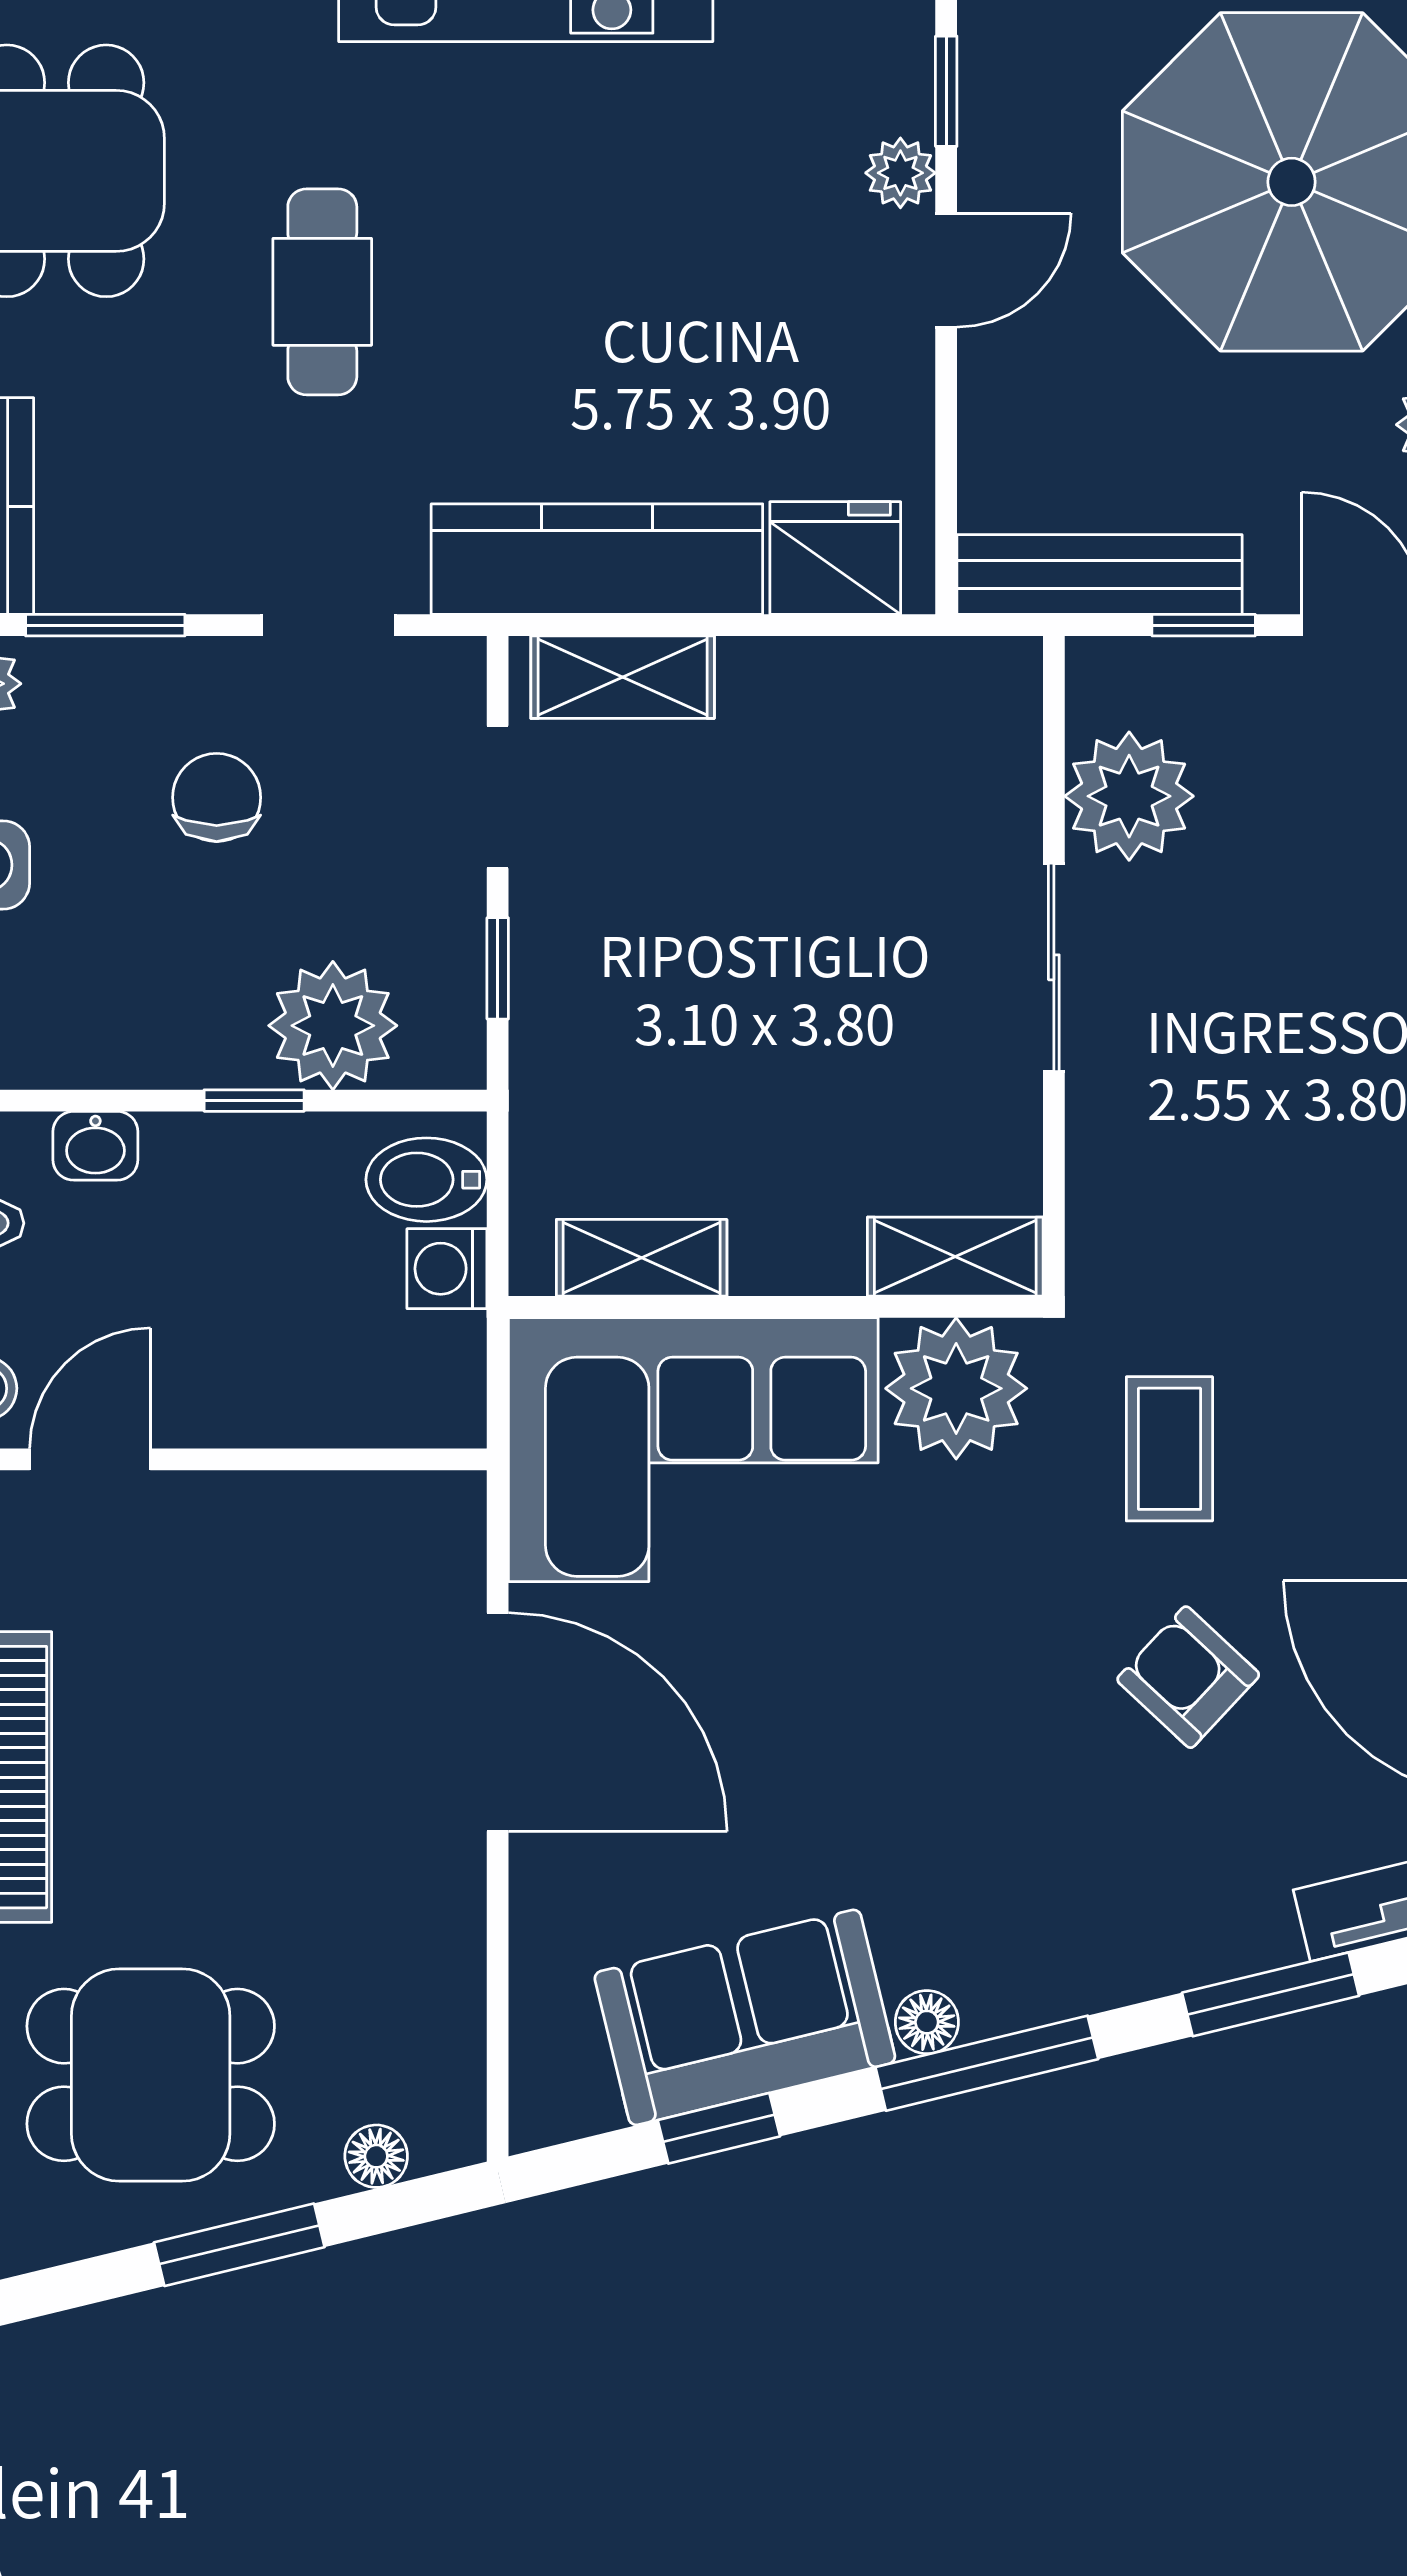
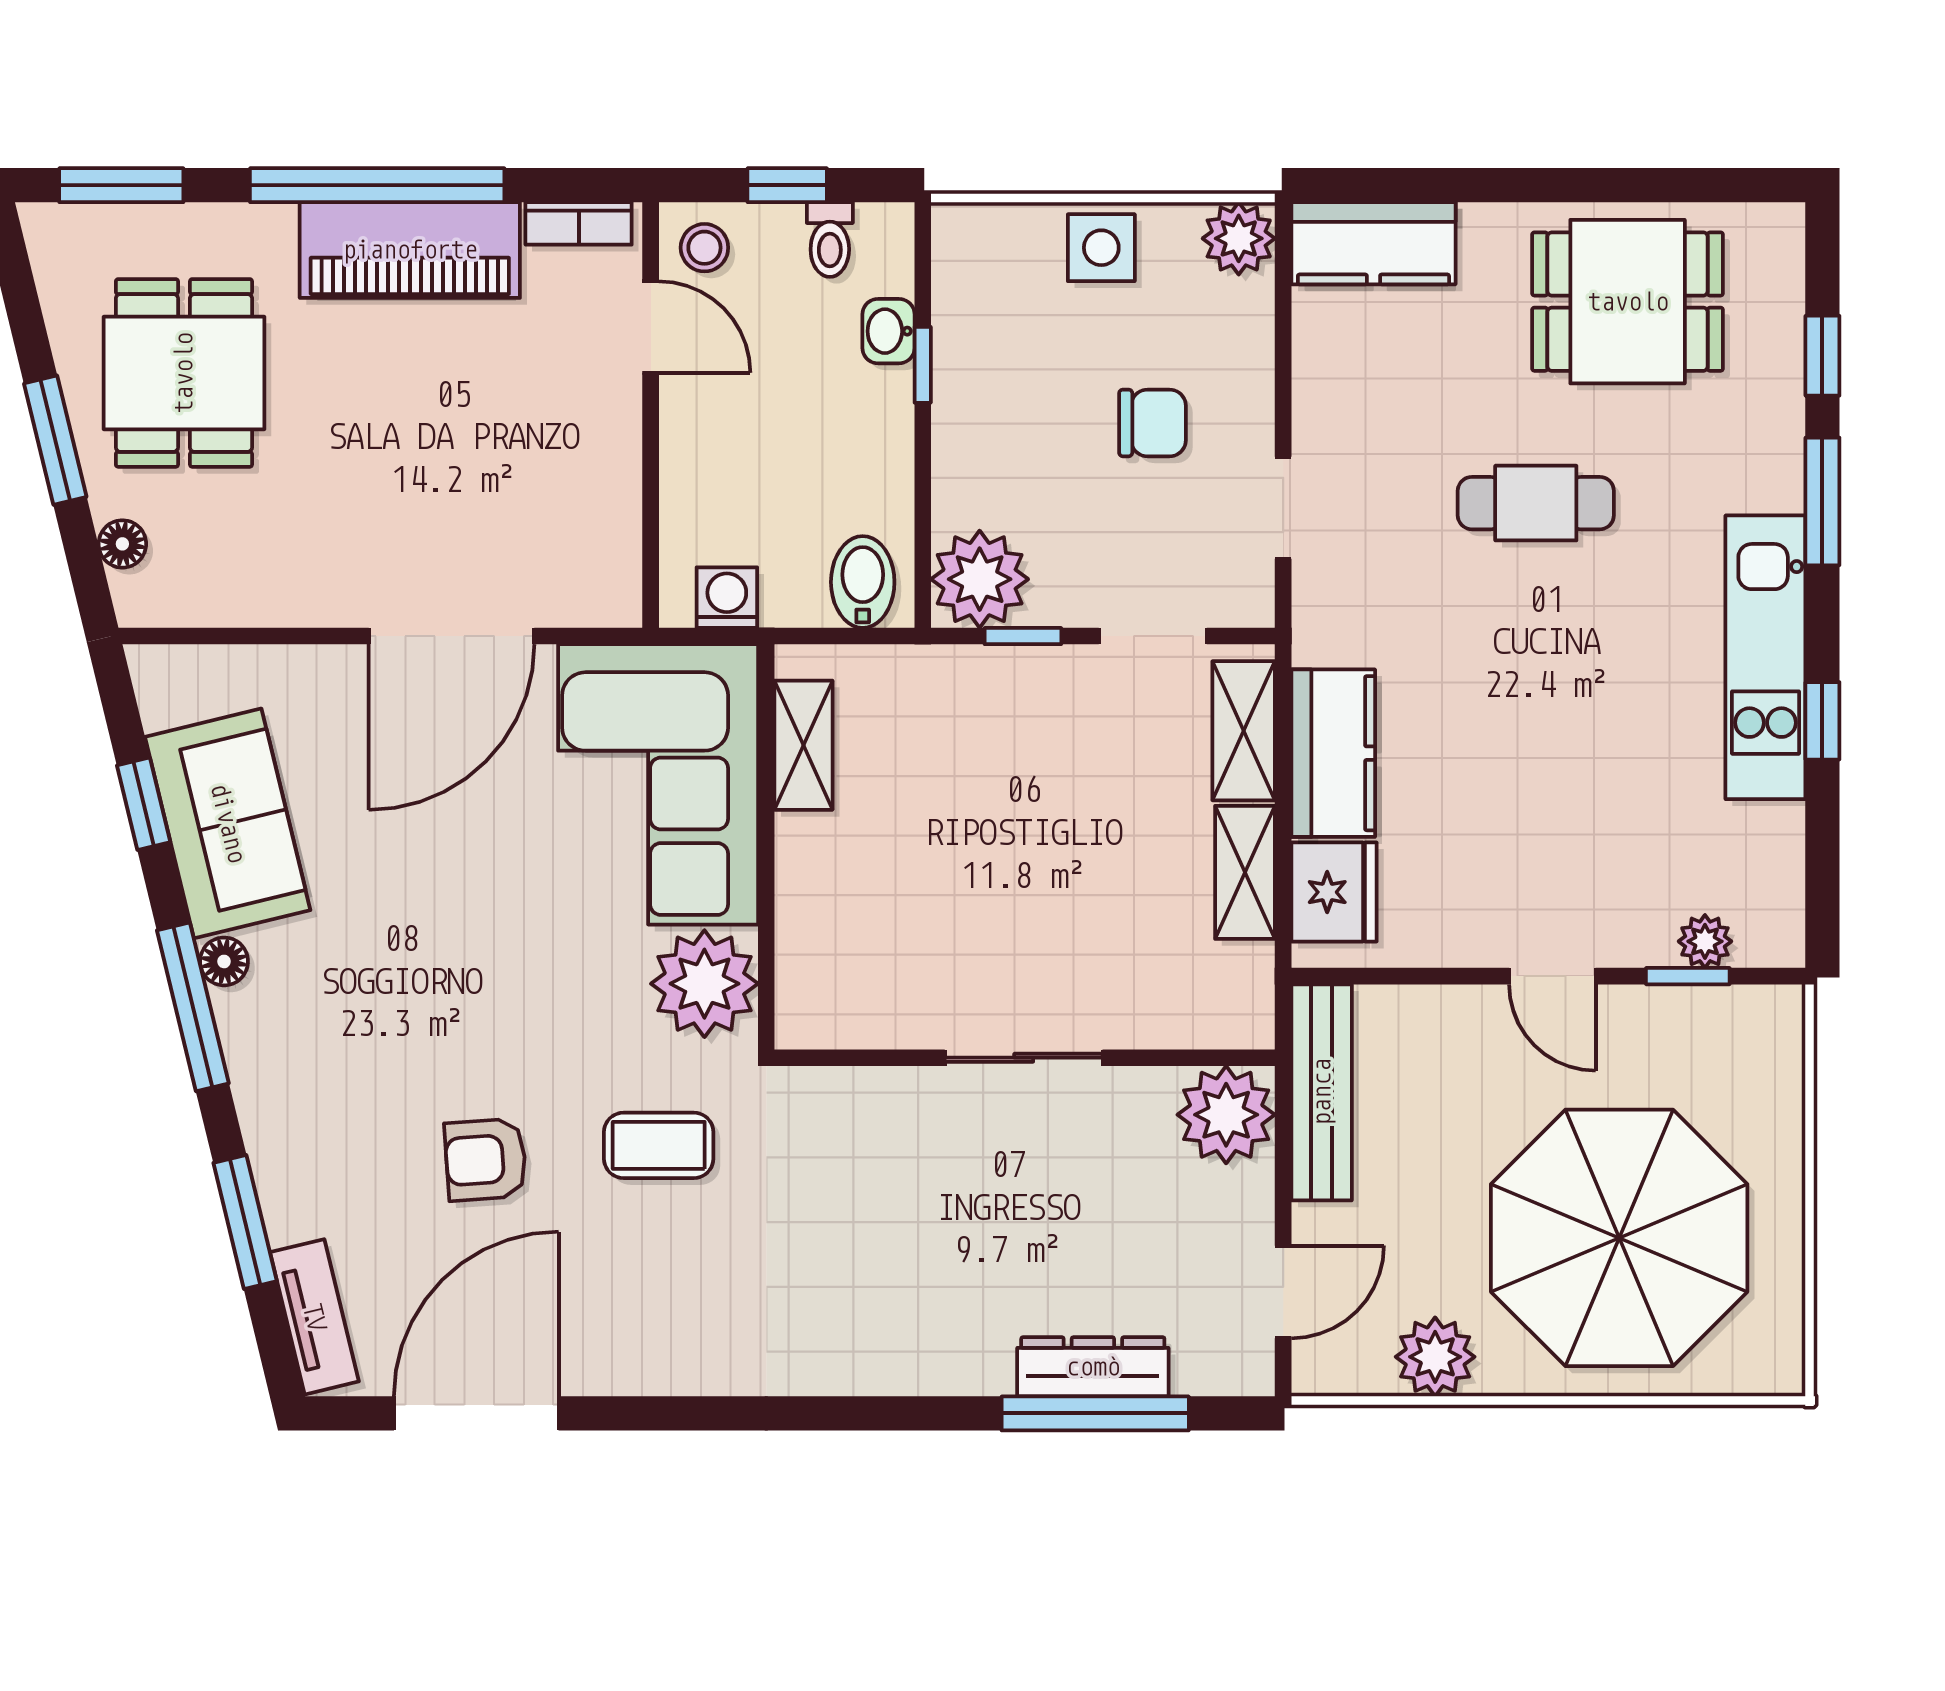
plant: (900, 173) -> (1705, 941), moved
kitchen counter: (597, 559) -> (1333, 753), width x0.67
window: (105, 625) -> (1283, 339), removed
window: (1204, 625) -> (1283, 1171), removed
plant: (1129, 796) -> (1226, 1115), moved
plant: (333, 1026) -> (980, 579), moved
window: (254, 1101) -> (923, 365), moved
shelving: (955, 1257) -> (1245, 872), moved
washing machine: (447, 1269) -> (727, 598), moved
armchair: (1188, 1677) -> (486, 1160), turned -137

